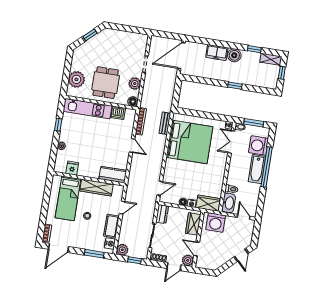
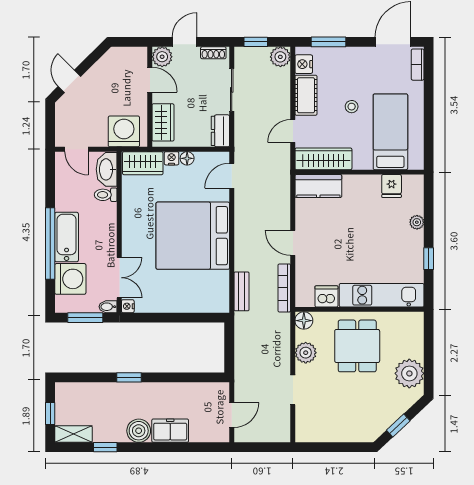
door: (181, 56) -> (232, 415), width x0.53
plant: (76, 79) -> (409, 373), moved
bed: (189, 142) -> (193, 236), moved
wardrobe: (96, 188) -> (323, 159), moved

